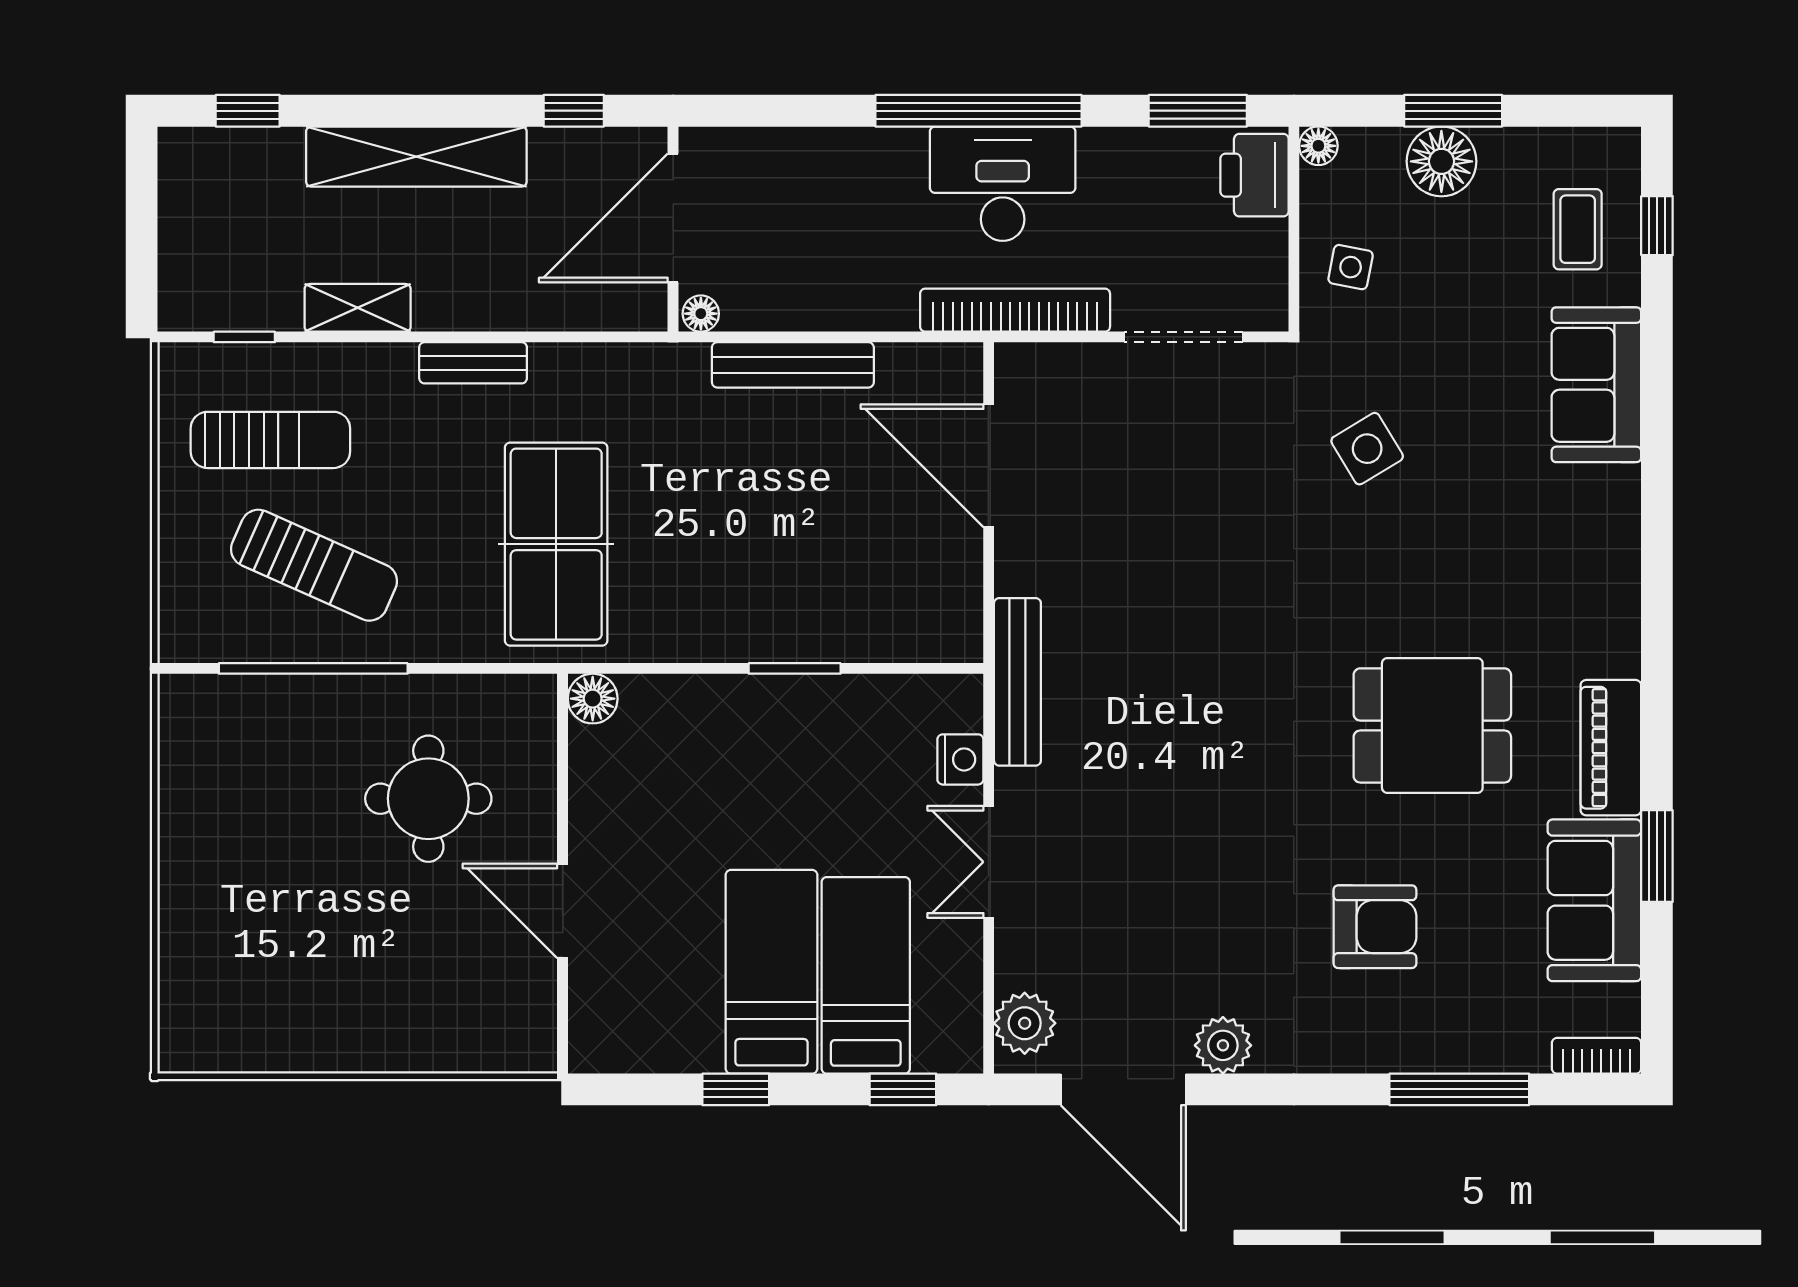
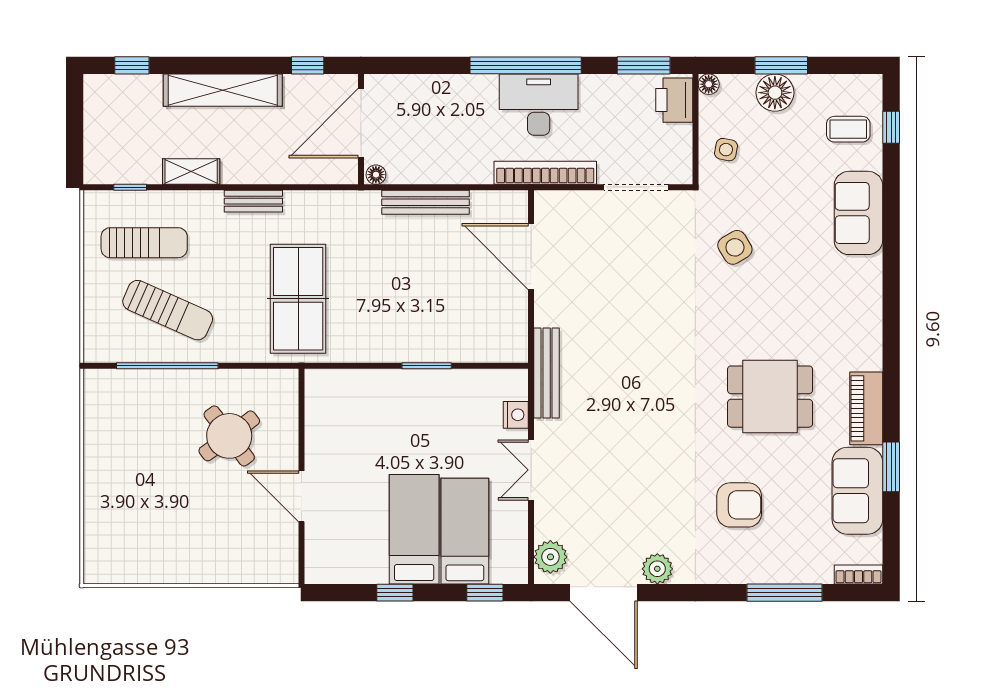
coffee table: (1578, 229) -> (848, 129), turned 90
floor lamp: (593, 699) -> (318, 382), removed
round table: (428, 799) -> (229, 436), turned -37

